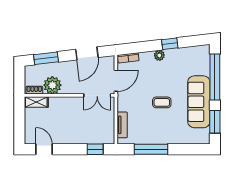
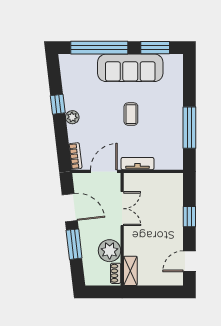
window: (46, 58) -> (74, 244), moved
door: (116, 81) -> (104, 171), hinge flipped
double door: (97, 95) -> (122, 209), moved
tv unit: (122, 125) -> (138, 164), moved
window: (95, 149) -> (189, 217), moved

